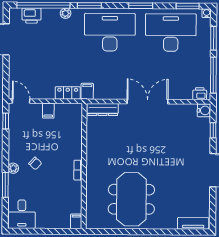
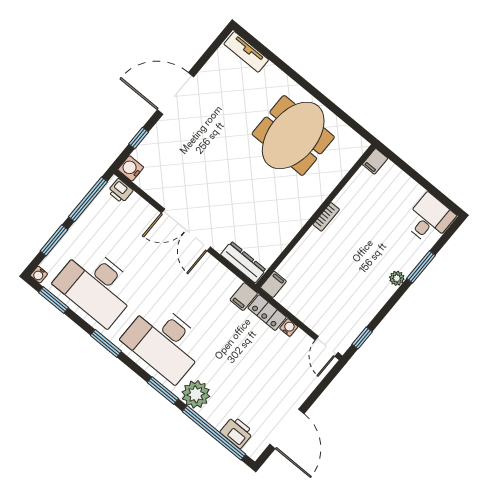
plant: (66, 13) -> (196, 394), width x1.87, depth x1.87
water cooler: (50, 94) -> (289, 327), added
filing cabinet: (48, 111) -> (273, 284), moved
chair: (35, 163) -> (368, 264), removed

